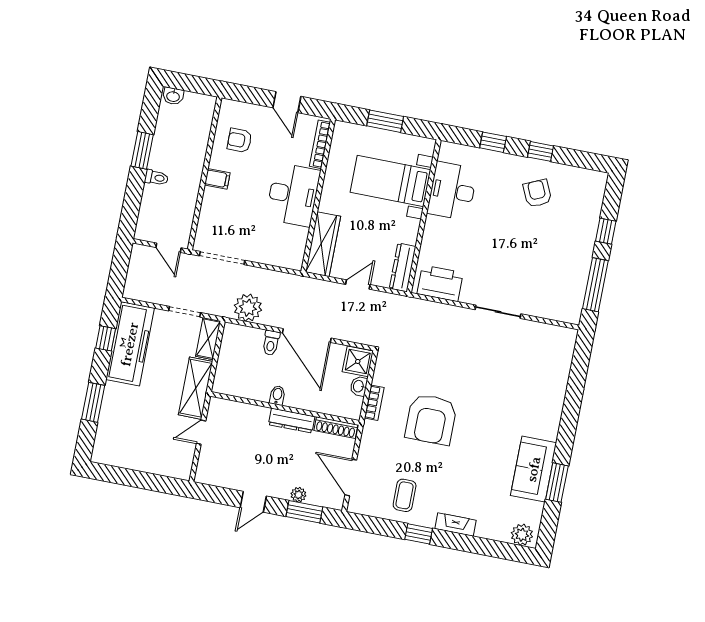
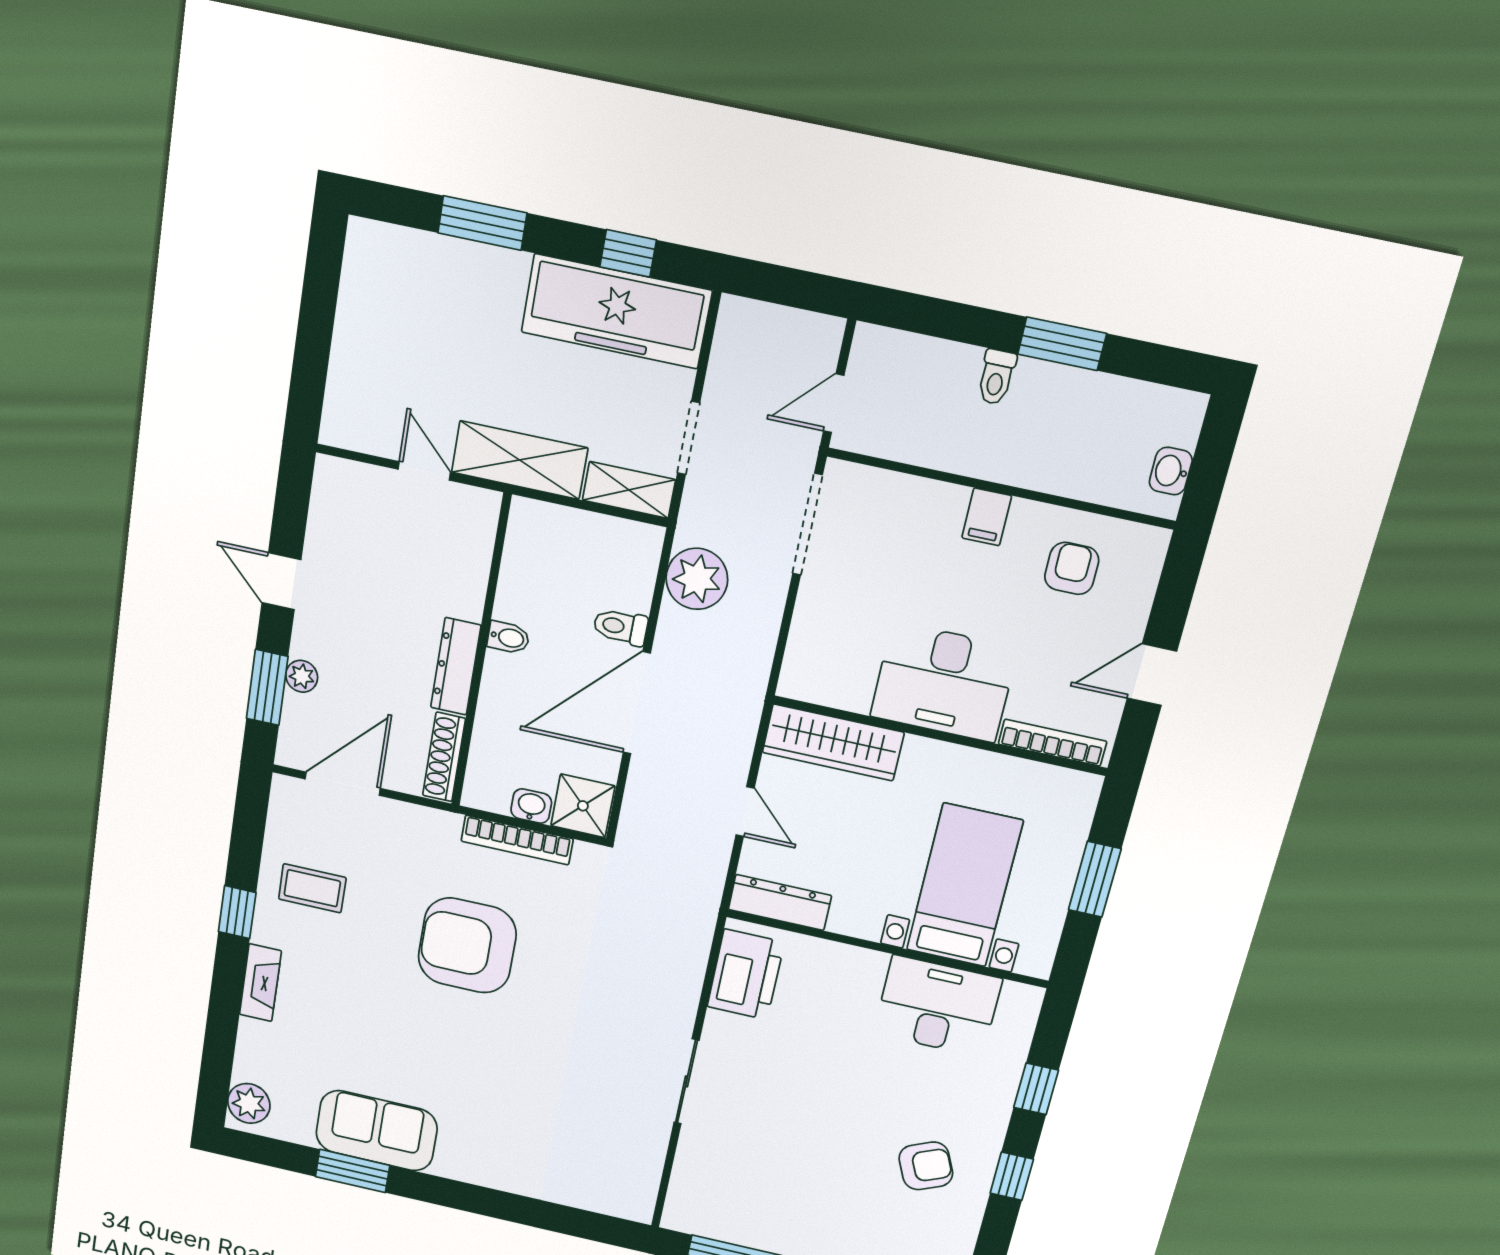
washbasin: (173, 96) -> (1171, 471), moved
bookcase: (374, 403) -> (517, 840), width x1.56

